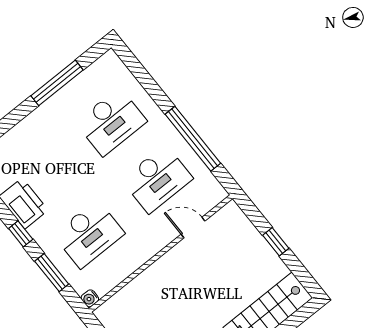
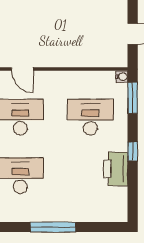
window: (57, 83) -> (53, 227), moved
window: (52, 273) -> (133, 98), moved

